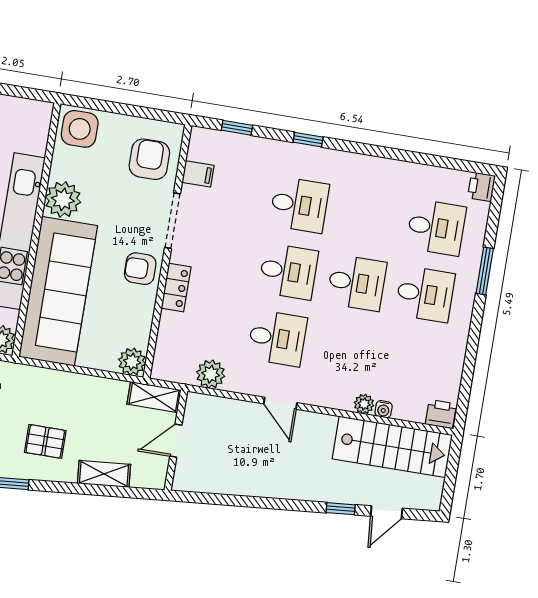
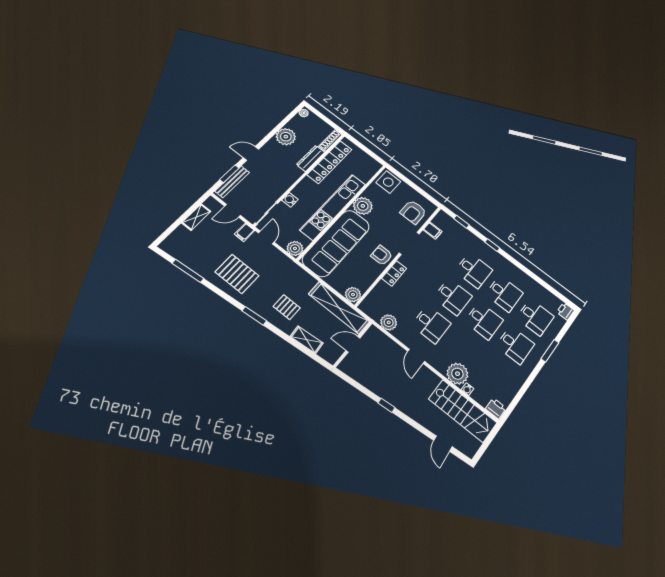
armchair: (149, 159) -> (413, 212), turned 180
desk: (368, 216) -> (504, 294), added
shelving: (154, 397) -> (339, 308), width x2.20, depth x1.33
plant: (364, 404) -> (457, 374), width x1.88, depth x1.88
window: (341, 509) -> (386, 405), moved
door: (386, 512) -> (443, 444), hinge flipped

